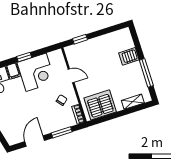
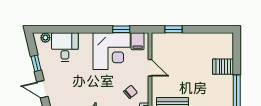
window: (24, 57) -> (121, 29), moved
filing cabinet: (13, 71) -> (138, 41), moved

